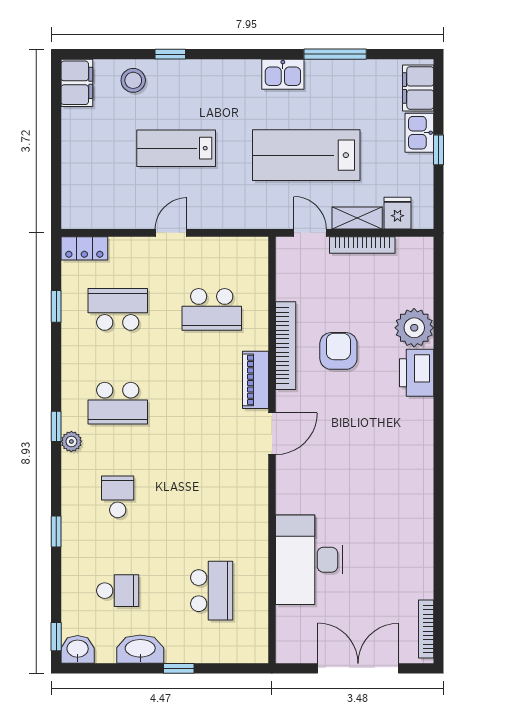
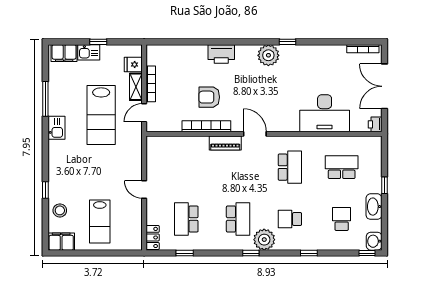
lab bench: (176, 148) -> (100, 221), moved
school desk: (212, 309) -> (290, 167), moved
plant: (414, 328) -> (268, 55), moved
plant: (71, 441) -> (264, 240), width x1.88, depth x1.88
window: (438, 493) -> (288, 42), added
printer: (289, 651) -> (375, 124), added

